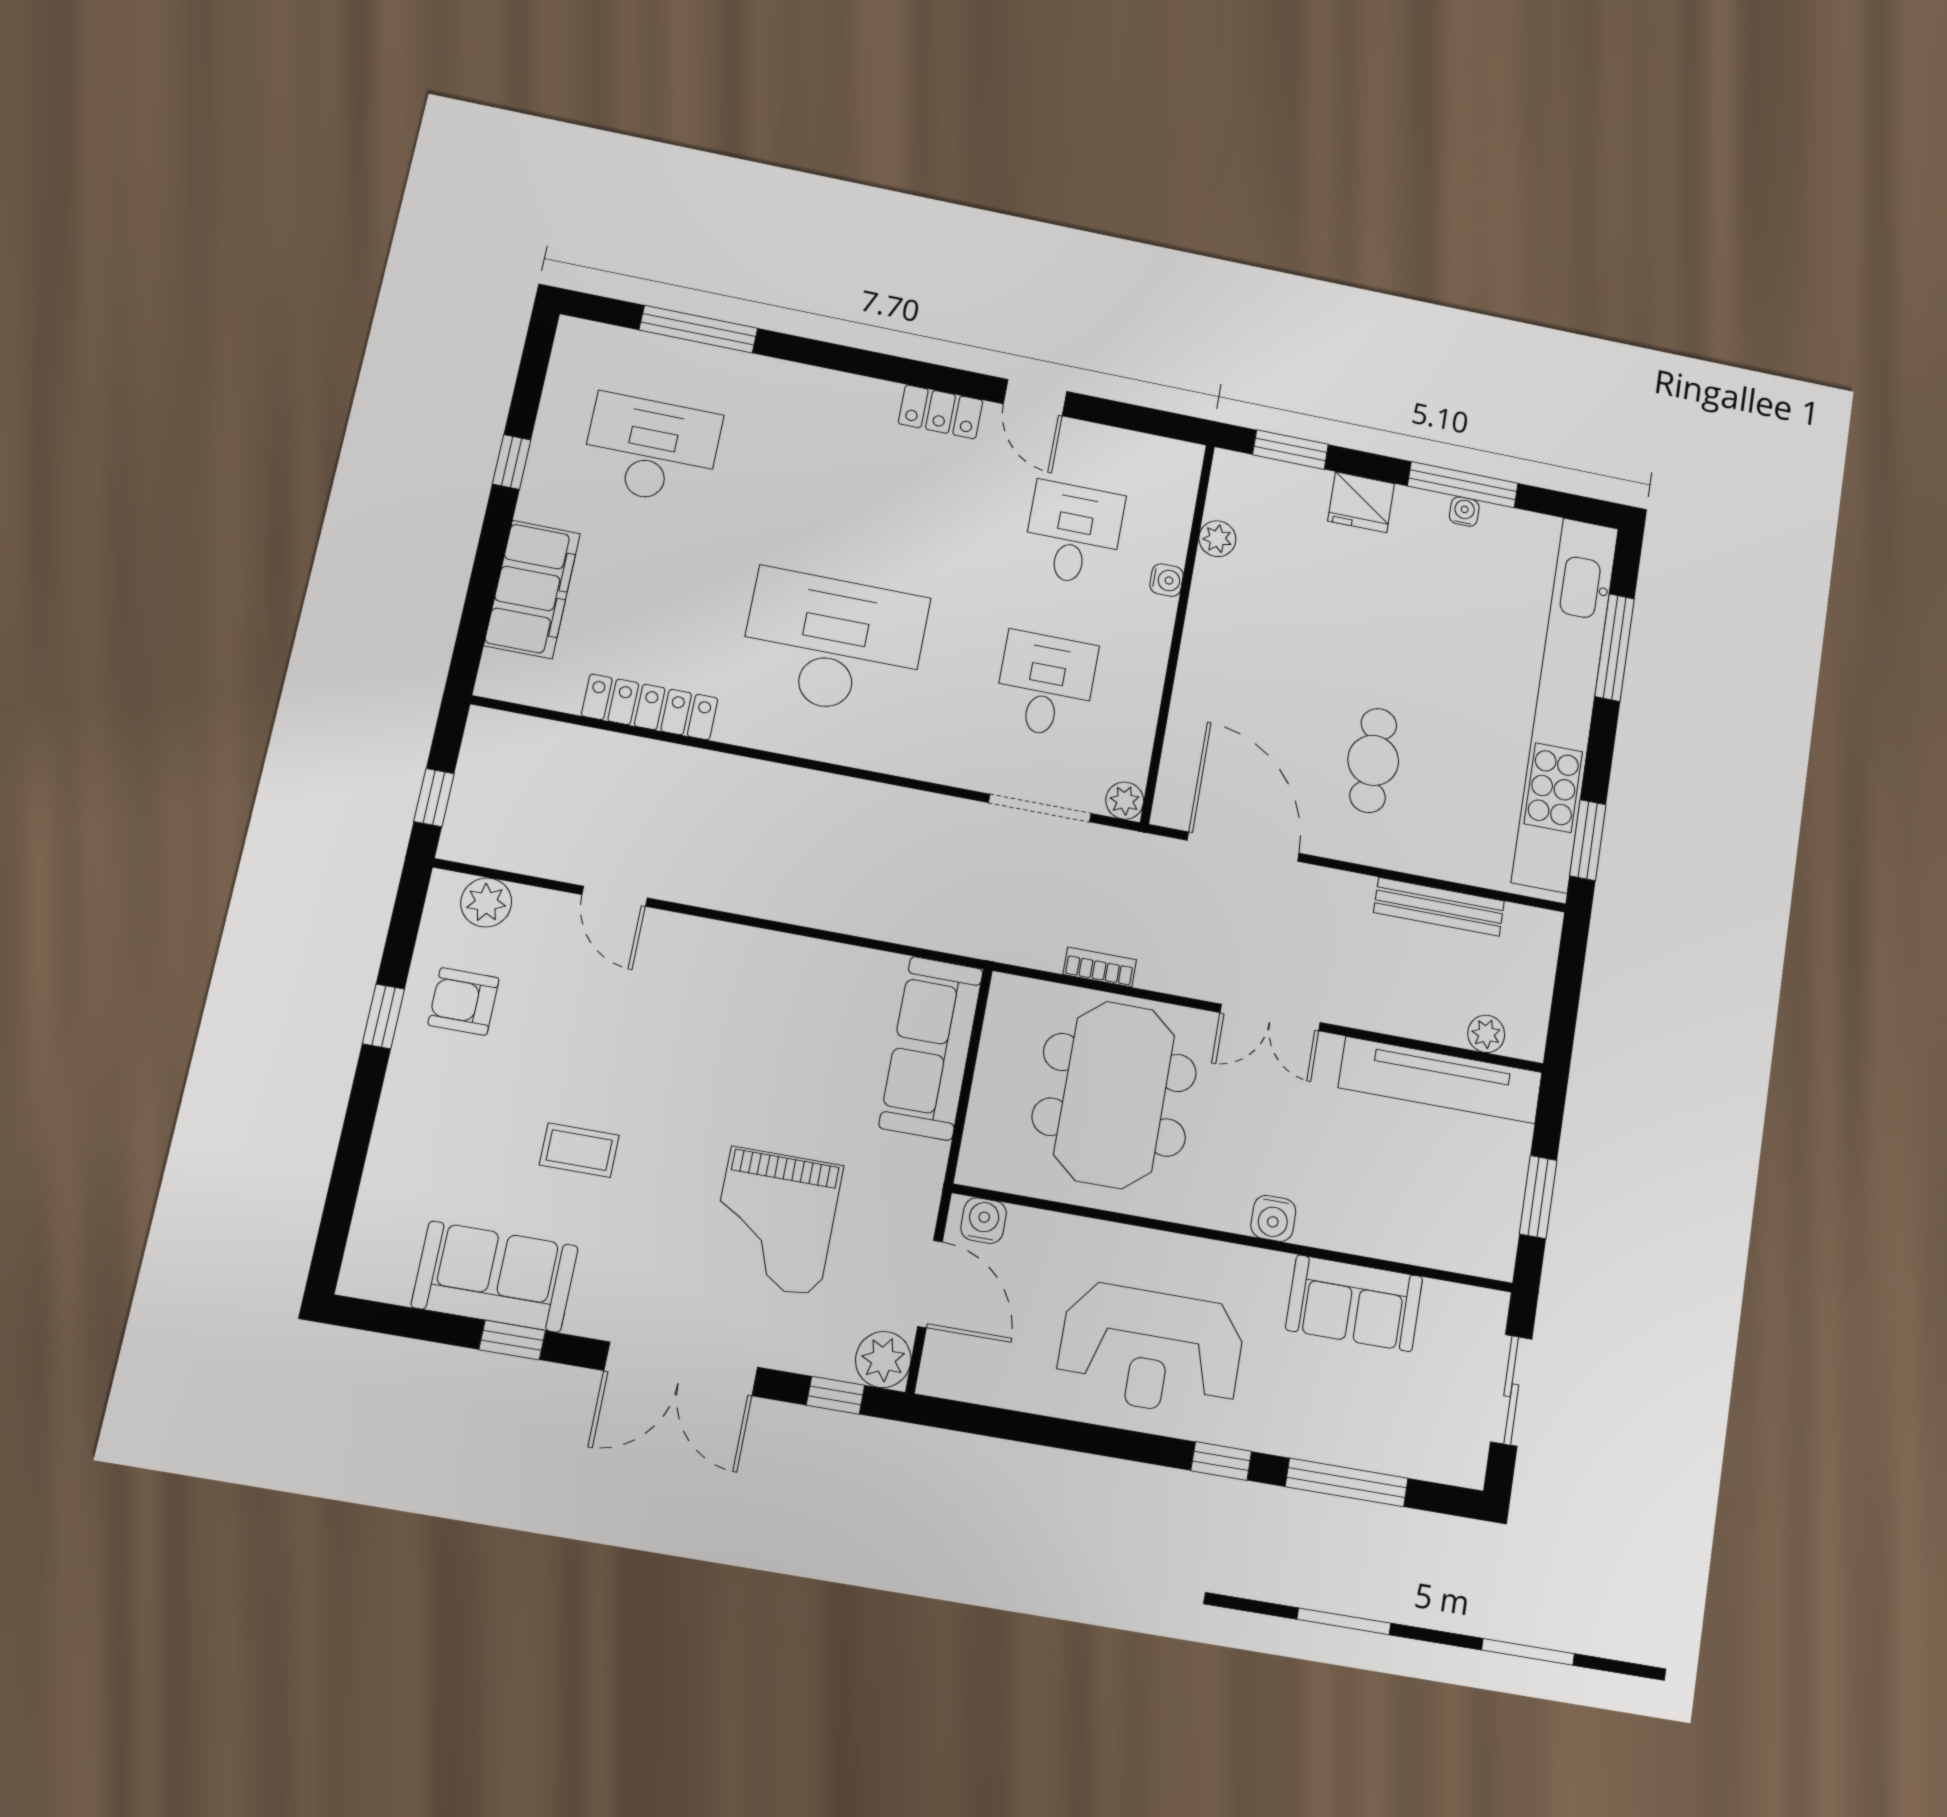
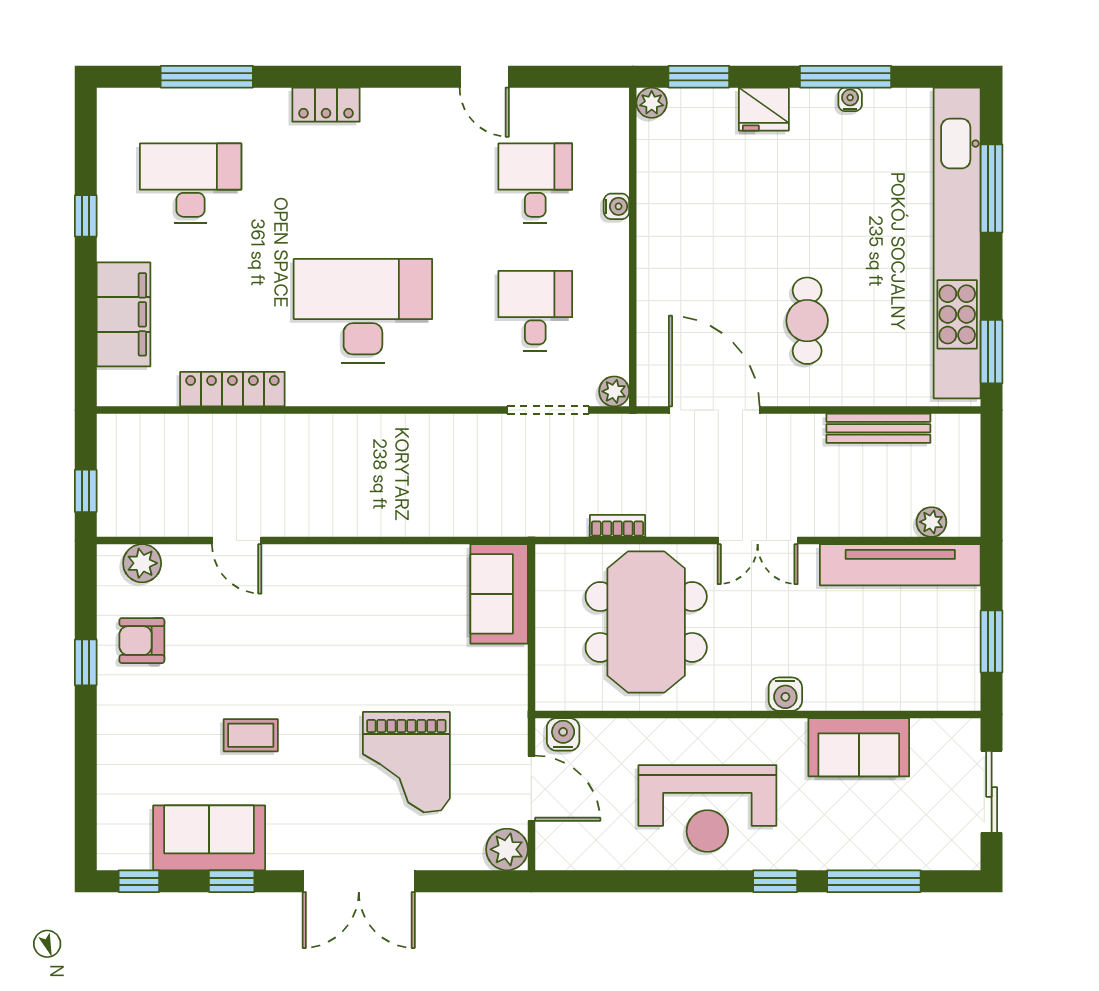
locker: (941, 412) -> (326, 105), moved
plant: (1217, 539) -> (652, 103), moved
sofa: (931, 1048) -> (499, 594), width x0.73
window: (835, 1395) -> (139, 881), moved

